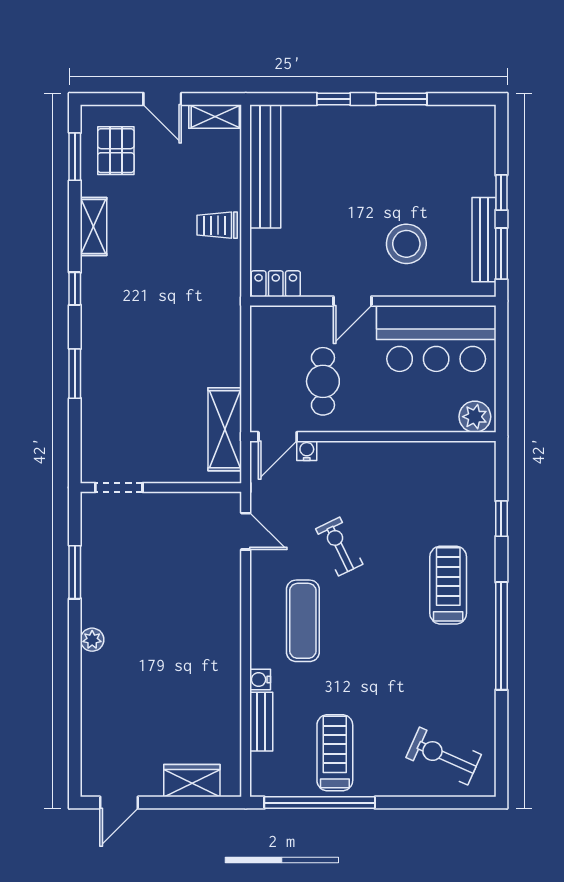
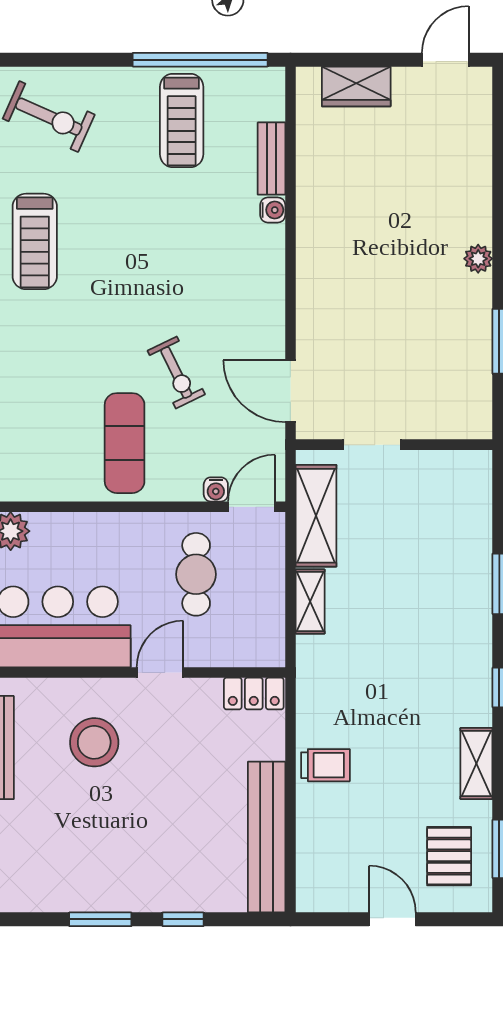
shelving: (215, 116) -> (310, 602), moved, turned 90
doorway: (119, 487) -> (372, 445), moved
door: (246, 531) -> (290, 391), width x1.38
treadmill: (448, 585) -> (35, 241), moved
exercise mat: (303, 621) -> (125, 443), moved

